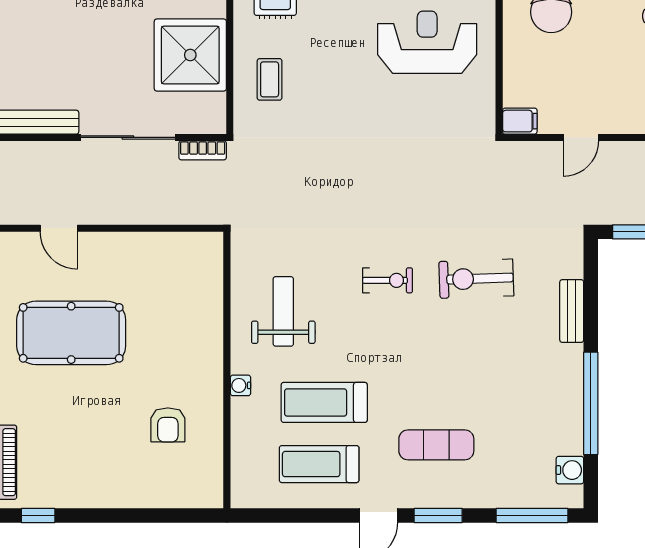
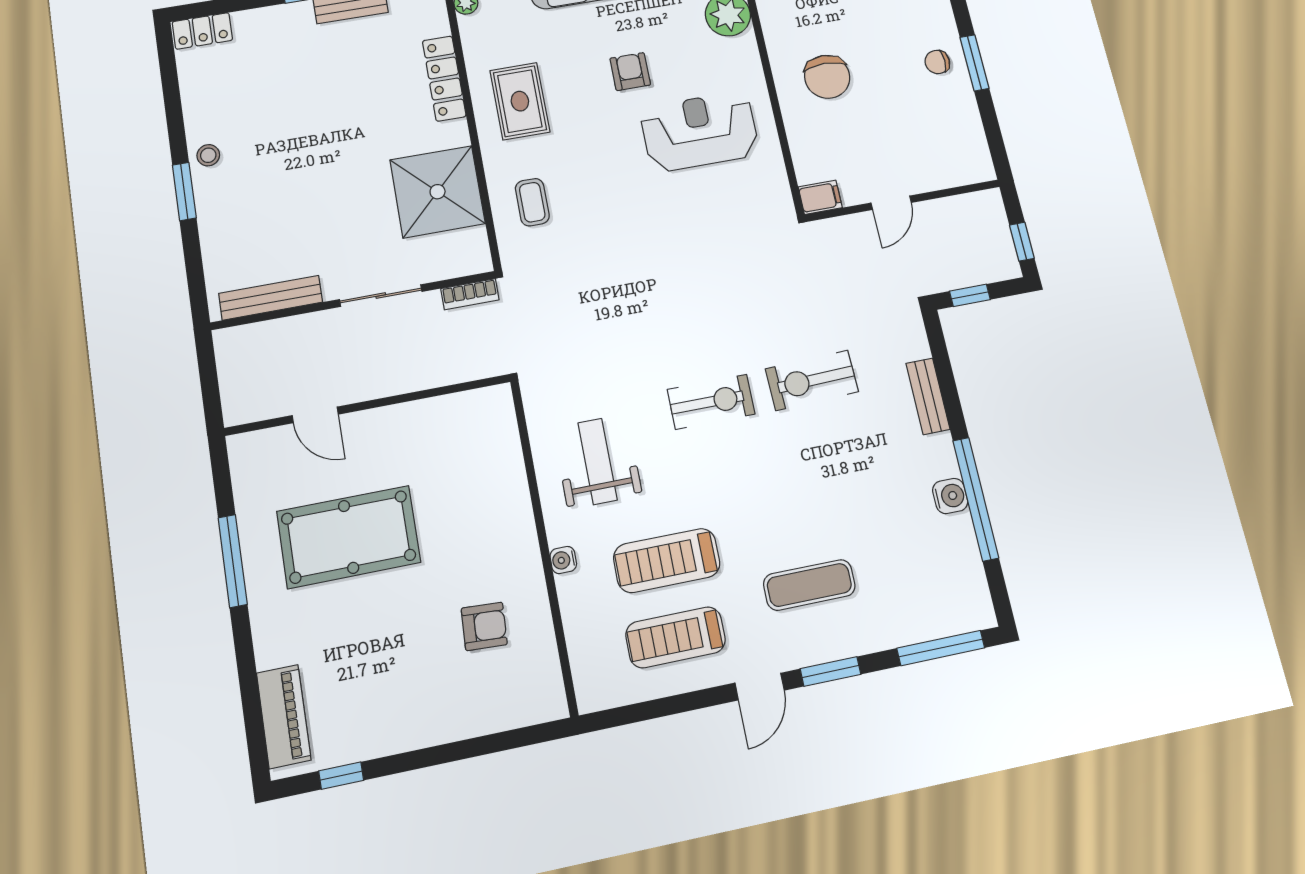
sliding door: (128, 137) -> (381, 296), width x0.73
exercise bike: (388, 280) -> (711, 402), width x1.38, depth x1.39
armchair: (168, 425) -> (484, 626), turned -87
water cooler: (570, 470) -> (950, 496), moved

